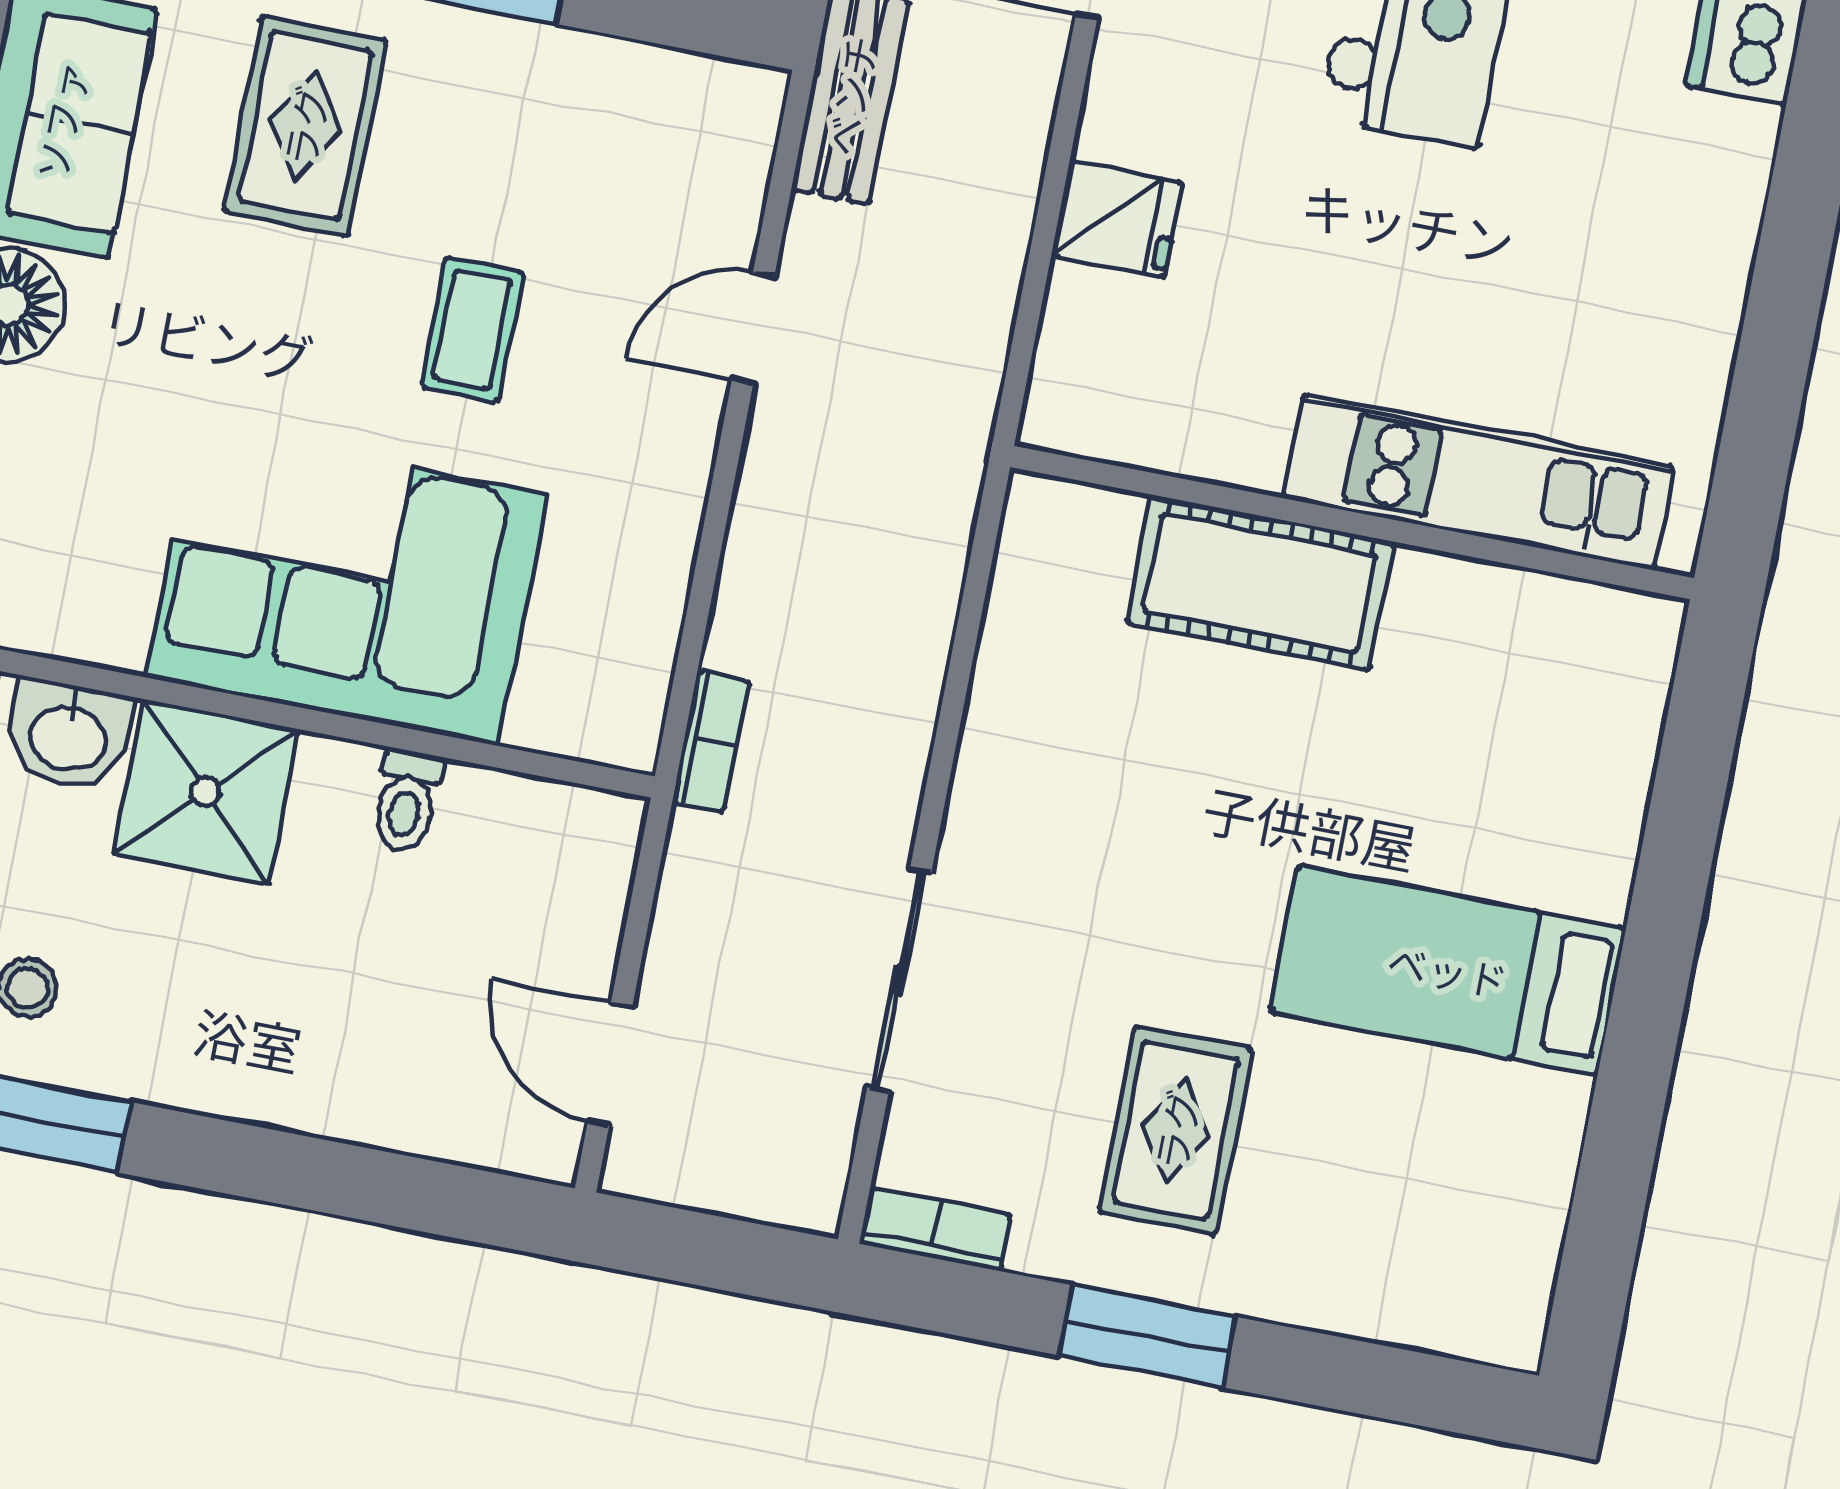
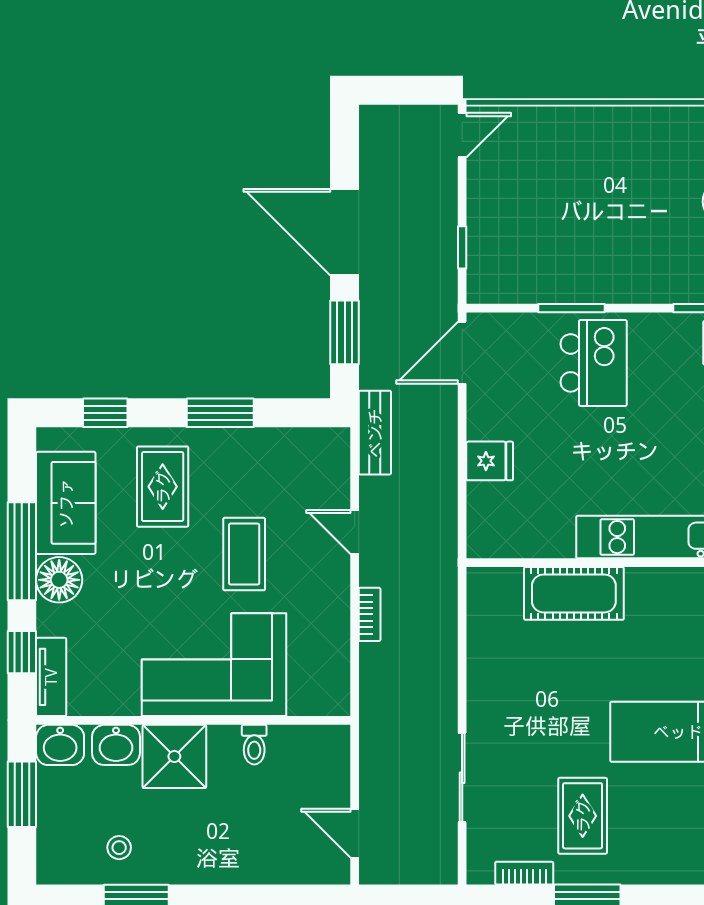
door: (753, 328) -> (355, 532), hinge flipped
coffee table: (473, 330) -> (244, 554), width x1.36, depth x1.30
bookcase: (711, 742) -> (370, 614), moved
bookcase: (935, 1229) -> (524, 873), moved

